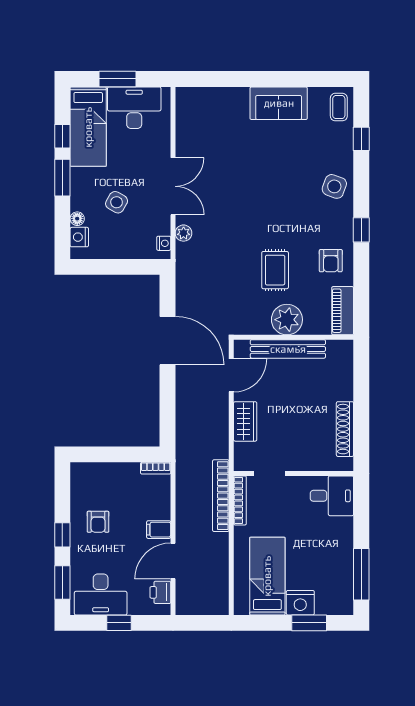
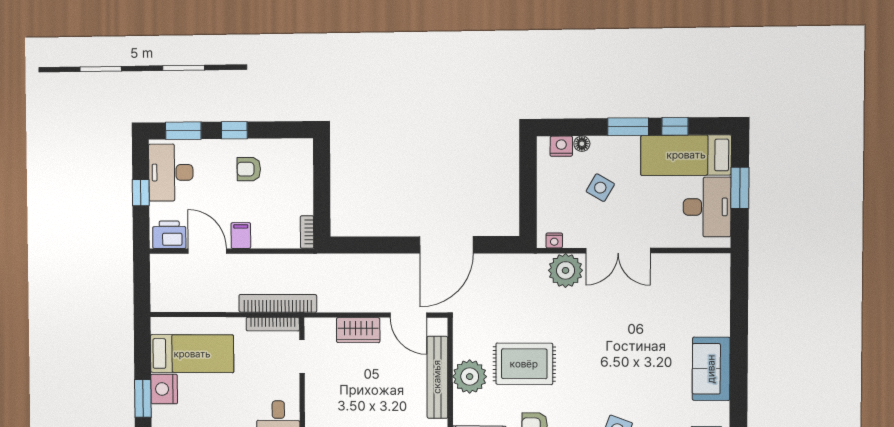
plant: (184, 233) -> (566, 270), width x1.87, depth x1.87
rug: (275, 270) -> (524, 364), width x1.36, depth x1.43
printer: (160, 592) -> (169, 235), width x1.36, depth x1.24

